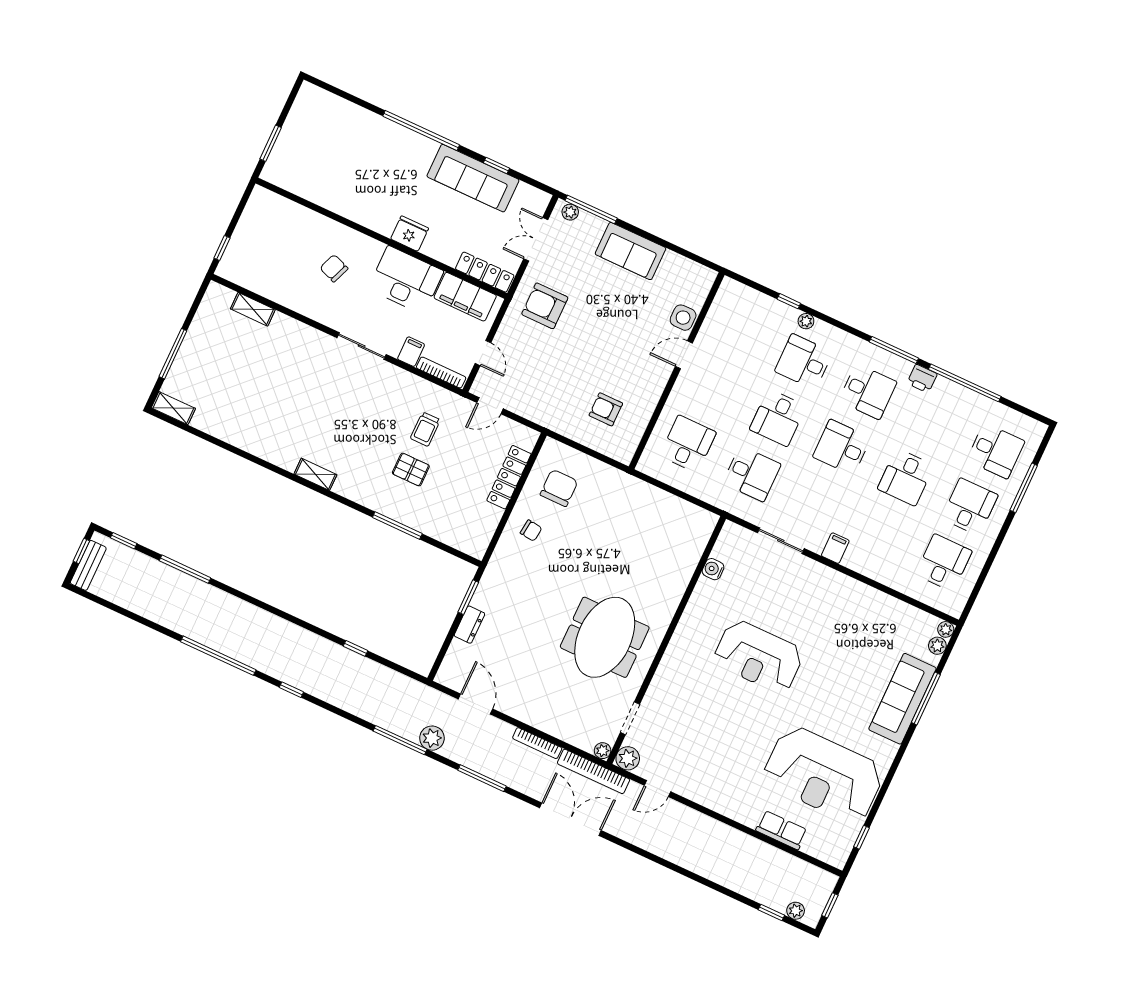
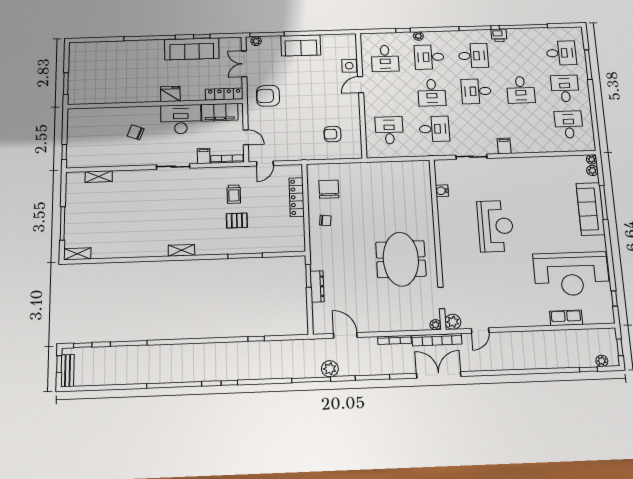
desk: (740, 332) -> (385, 58), added
dresser: (469, 625) -> (317, 286), width x1.44
reception desk: (758, 656) -> (495, 226), turned -90

